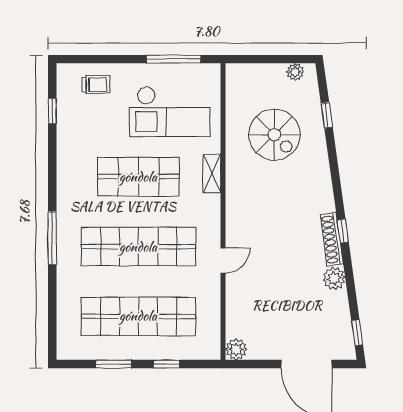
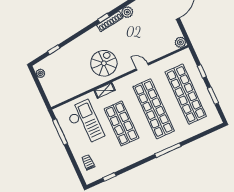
spiral stairs: (274, 135) -> (104, 63), moved

